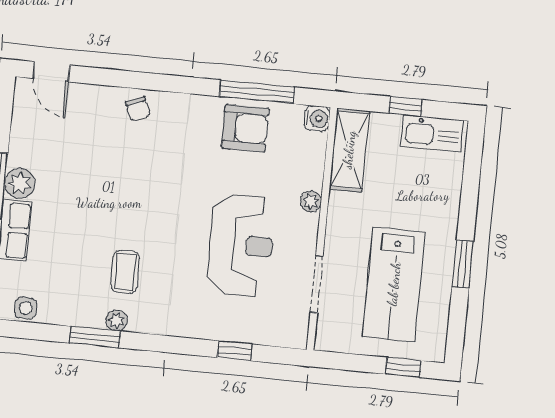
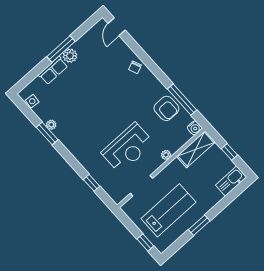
kitchen sink: (432, 133) -> (231, 181), moved, turned 90
coffee table: (125, 272) -> (79, 120), removed
lab bench: (394, 284) -> (168, 210), turned 180
plant: (117, 320) -> (51, 125), moved

